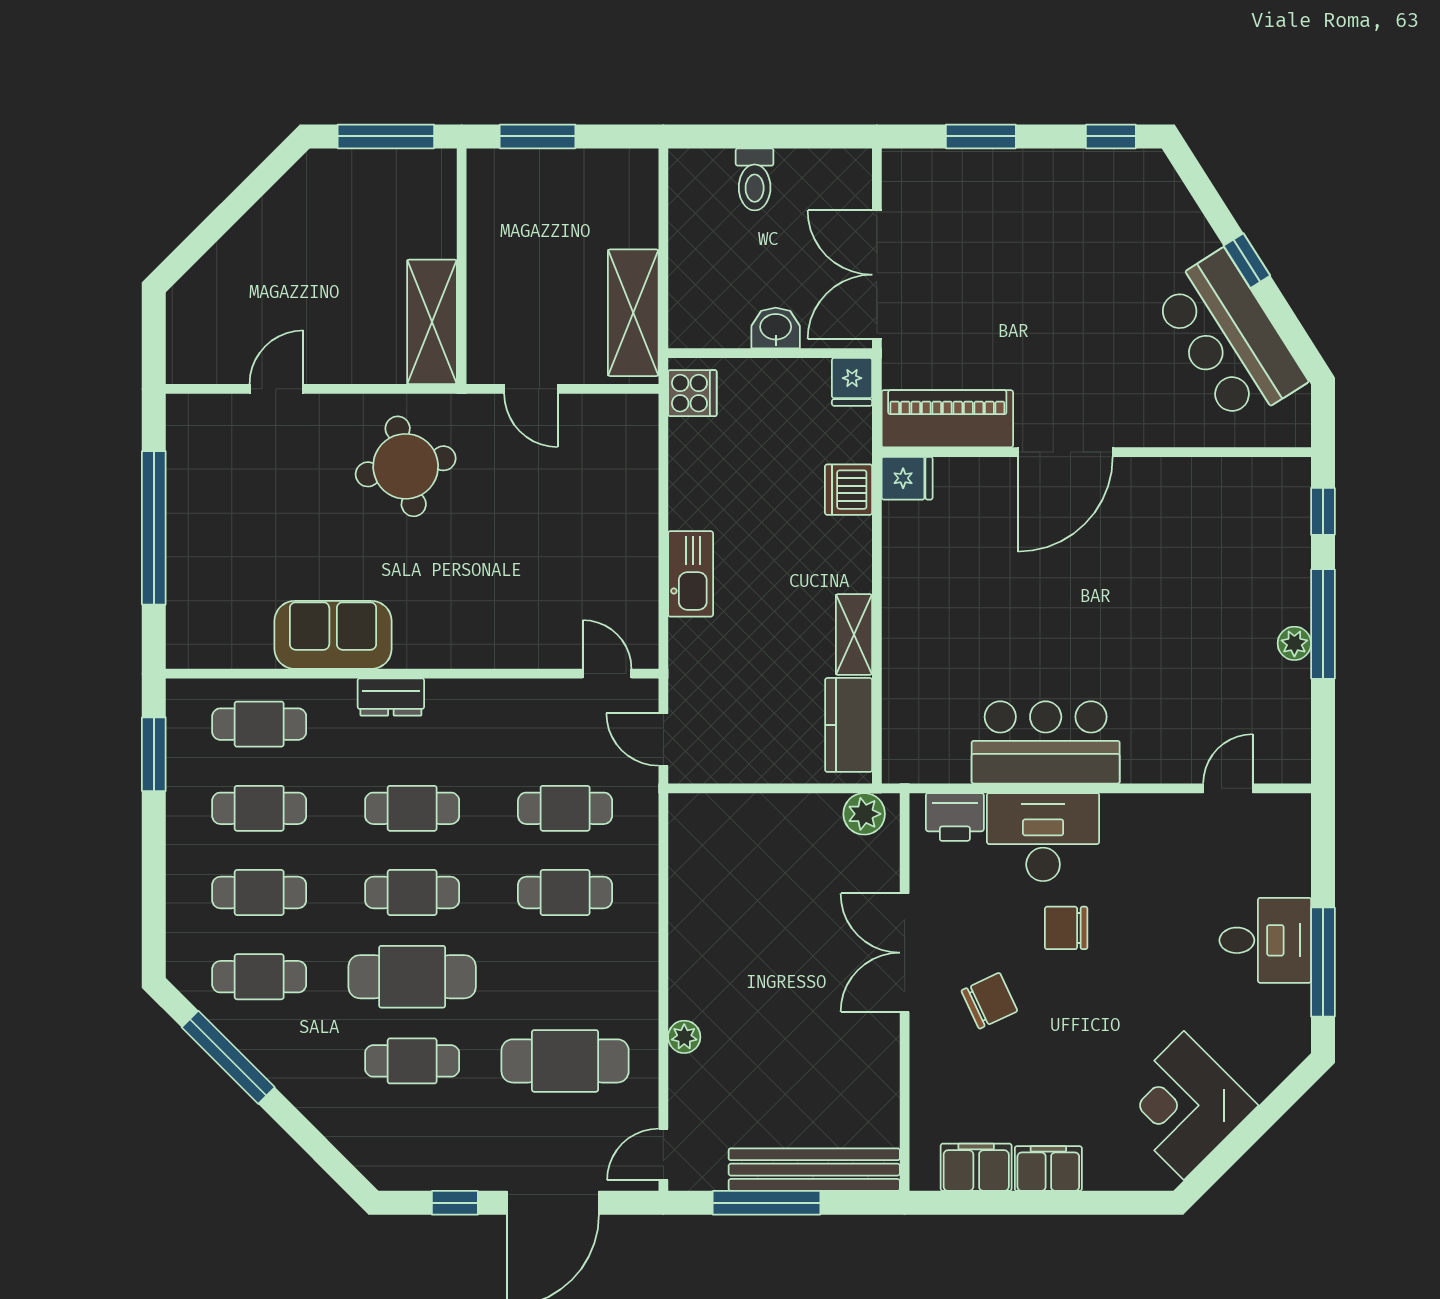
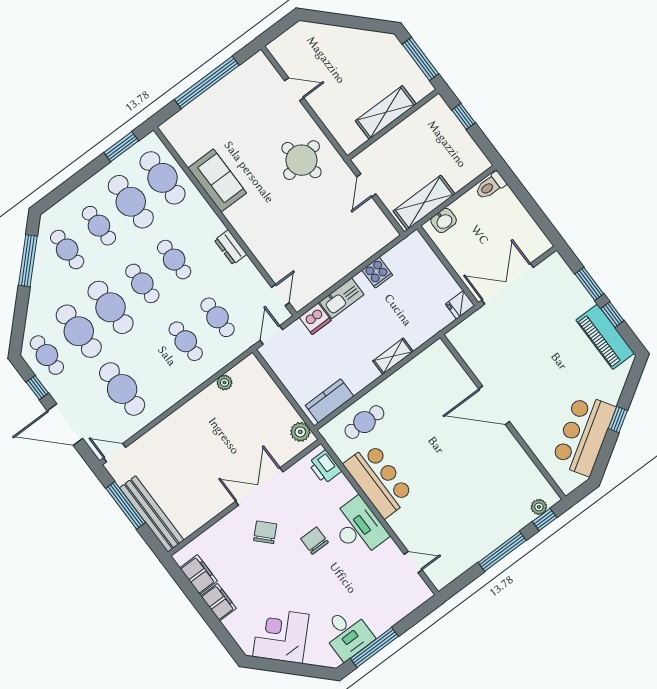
window: (538, 136) -> (464, 116), width x0.67
window: (1111, 136) -> (612, 315), moved
toilet: (755, 179) -> (490, 186), moved
shelving: (432, 322) -> (386, 112), moved
washbasin: (776, 328) -> (444, 221), moved, turned 90
cooker: (692, 393) -> (377, 273), moved
piano: (947, 419) -> (605, 337), moved, turned 180
fridge: (907, 478) -> (439, 353), removed
dishwasher: (849, 490) -> (315, 319), moved, turned 180
shelving: (854, 634) -> (393, 356), moved
plant: (1294, 643) -> (539, 507), moved
cafe table: (929, 693) -> (364, 422), added
dresser: (391, 697) -> (231, 247), moved
cafe table: (259, 724) -> (163, 178), width x1.37, depth x1.35
cafe table: (259, 808) -> (131, 202), width x1.37, depth x1.35
desk: (1043, 837) -> (358, 527), moved
desk: (1265, 940) -> (347, 634), moved
chair: (989, 1001) -> (265, 532), turned -109
plant: (684, 1037) -> (224, 383), moved
cafe table: (412, 1061) -> (79, 331), width x1.37, depth x1.35
cafe table: (412, 1145) -> (47, 355), added

